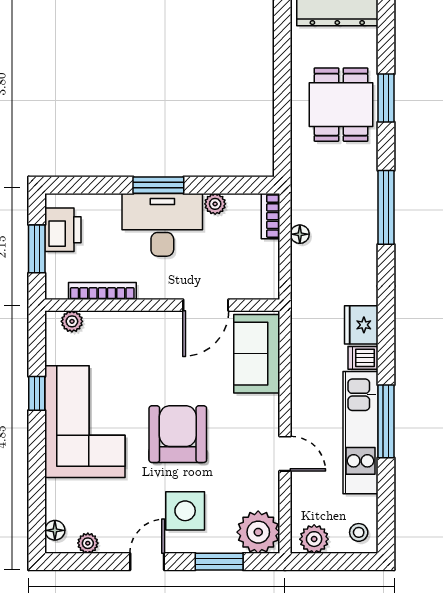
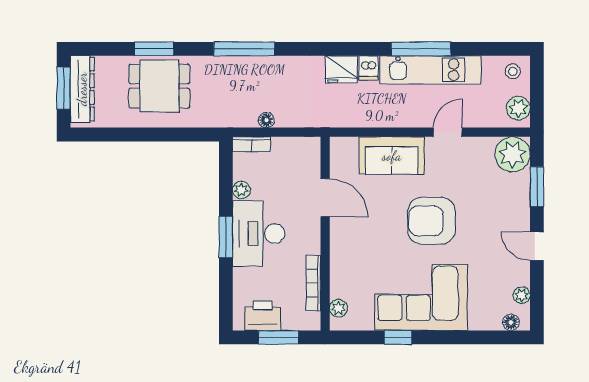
sofa: (257, 354) -> (392, 156), moved
side table: (185, 511) -> (495, 215), removed

